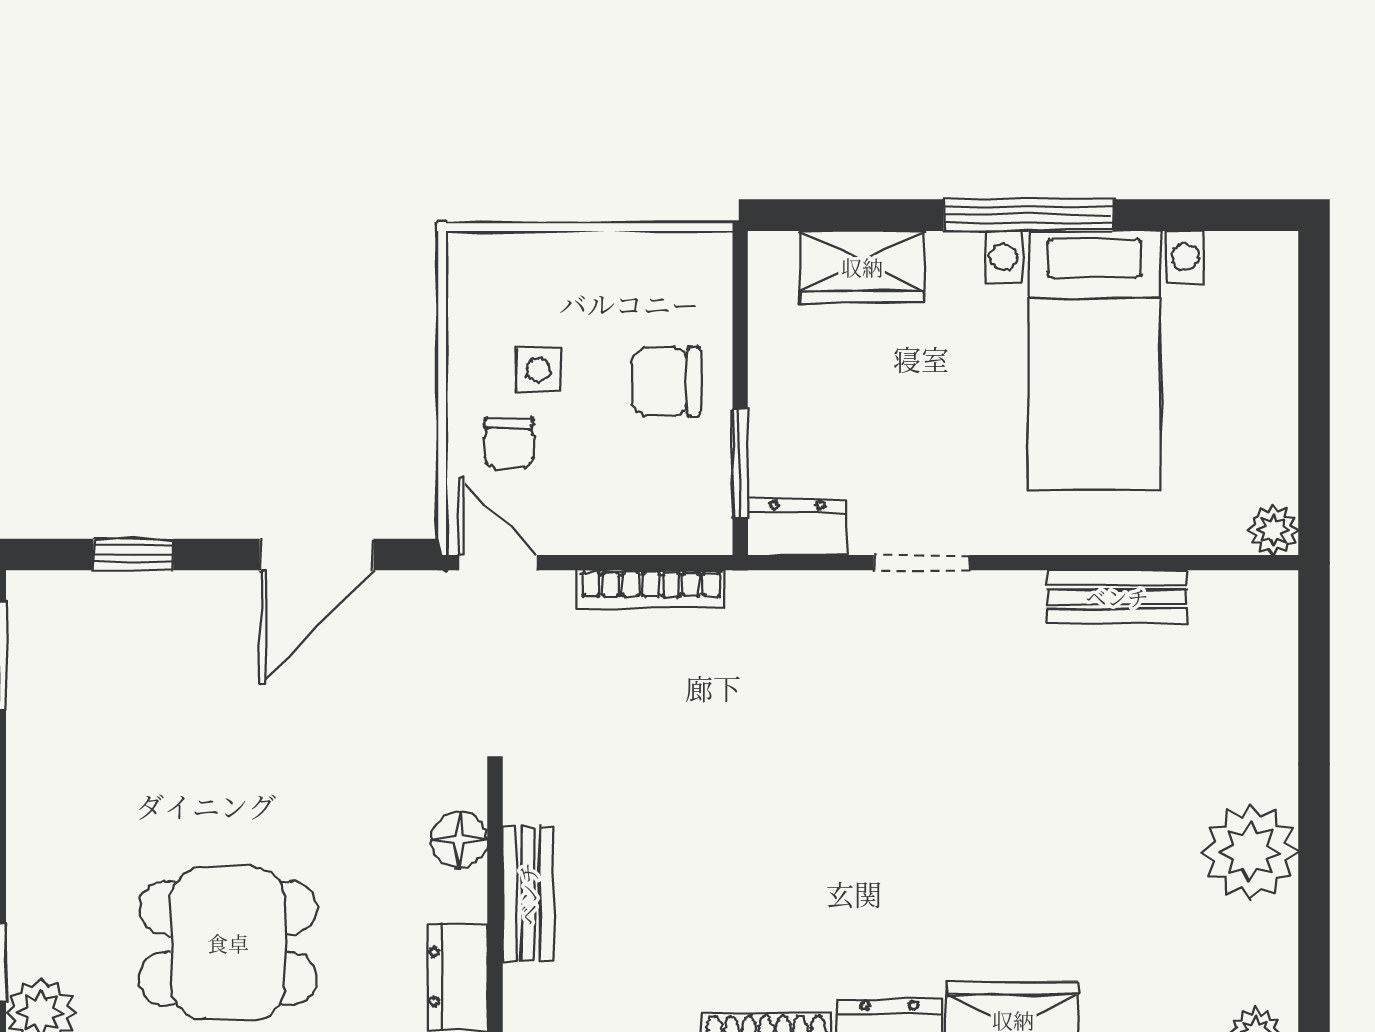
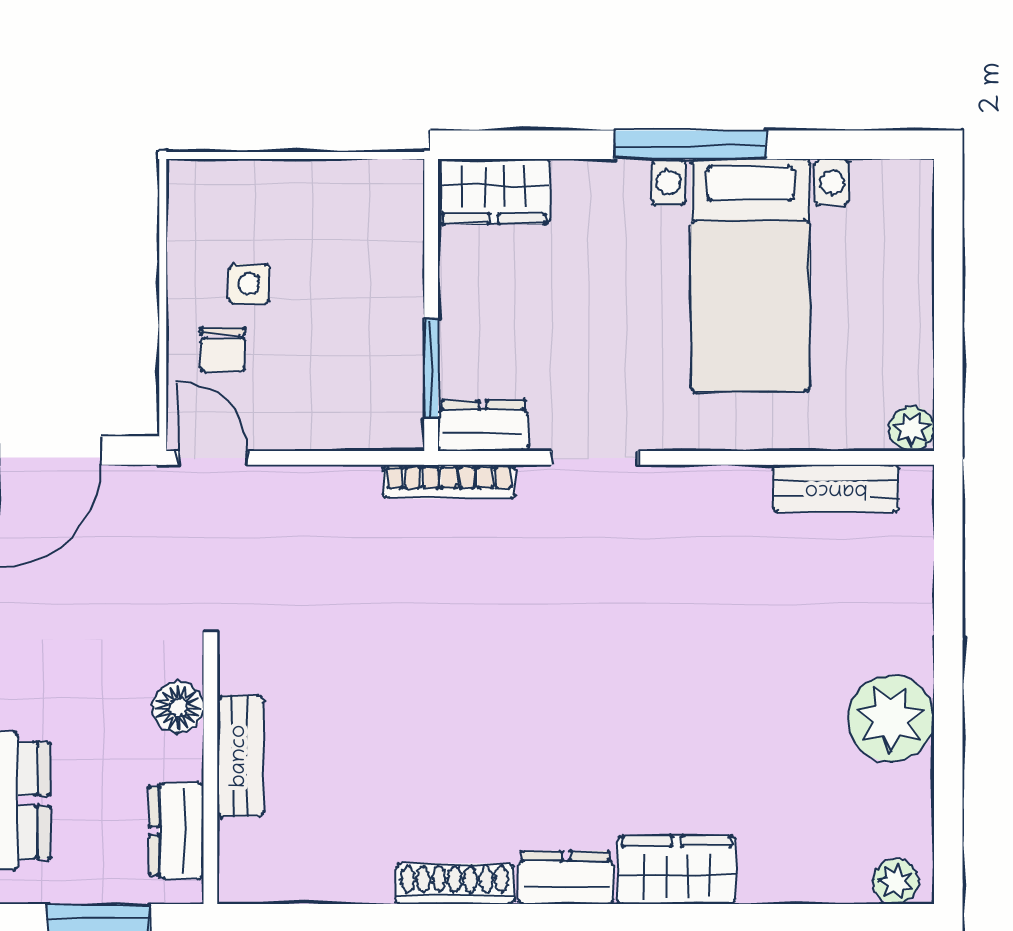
wardrobe: (862, 267) -> (494, 191), moved
chair: (666, 382) -> (365, 295), removed
bookcase: (651, 589) -> (449, 482), moved
bench: (1117, 597) -> (836, 489), moved

